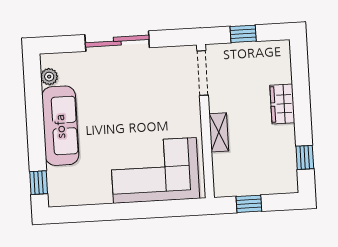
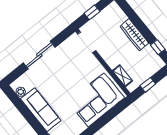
wardrobe: (282, 104) -> (134, 35), width x1.50
shelving: (219, 132) -> (122, 76), moved

